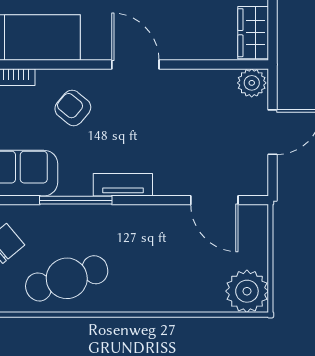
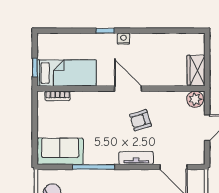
armchair: (73, 108) -> (140, 120), moved, turned -57
tv unit: (123, 185) -> (136, 158), moved

